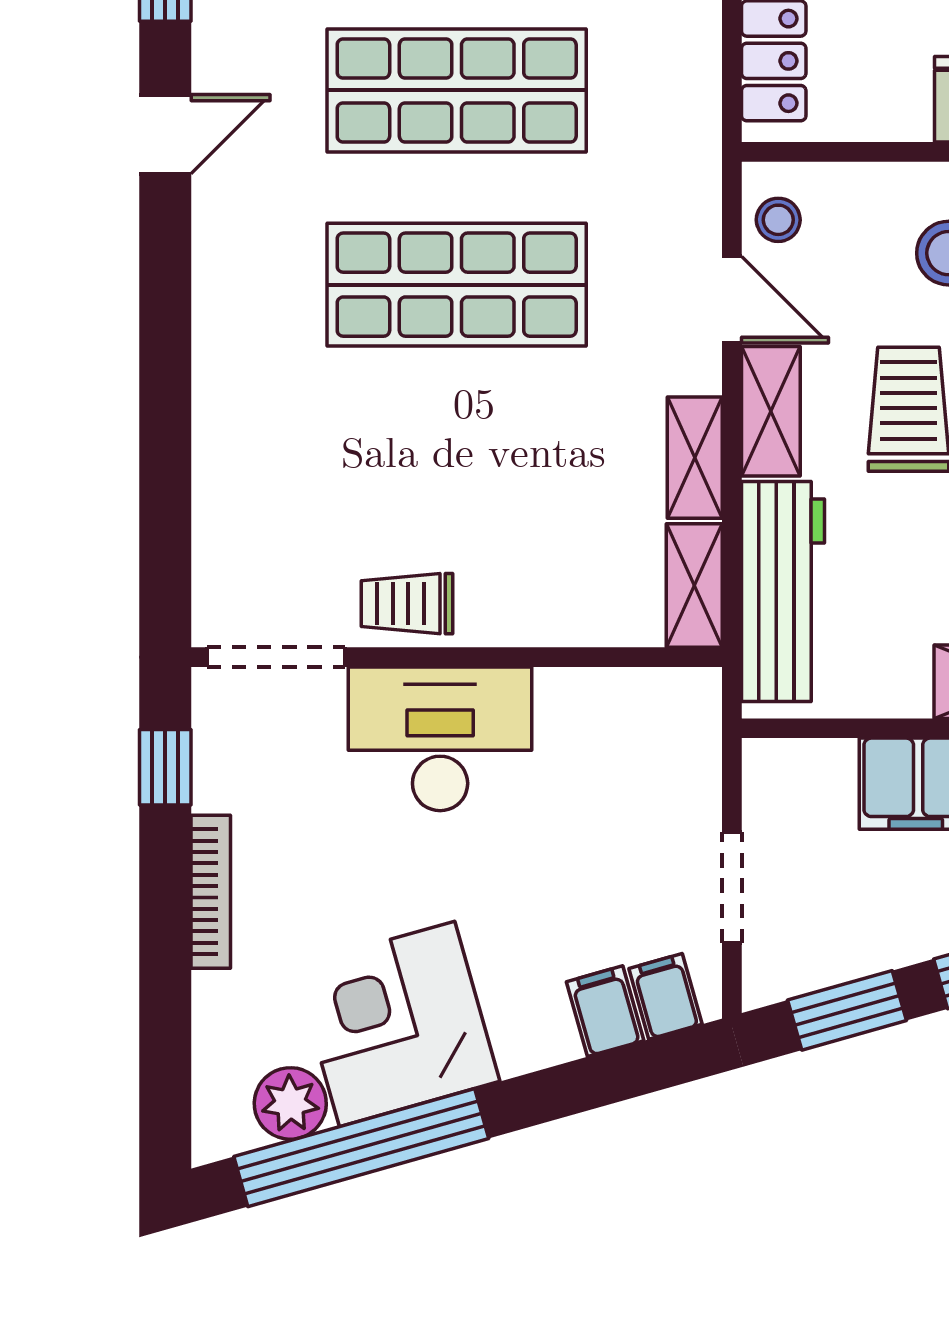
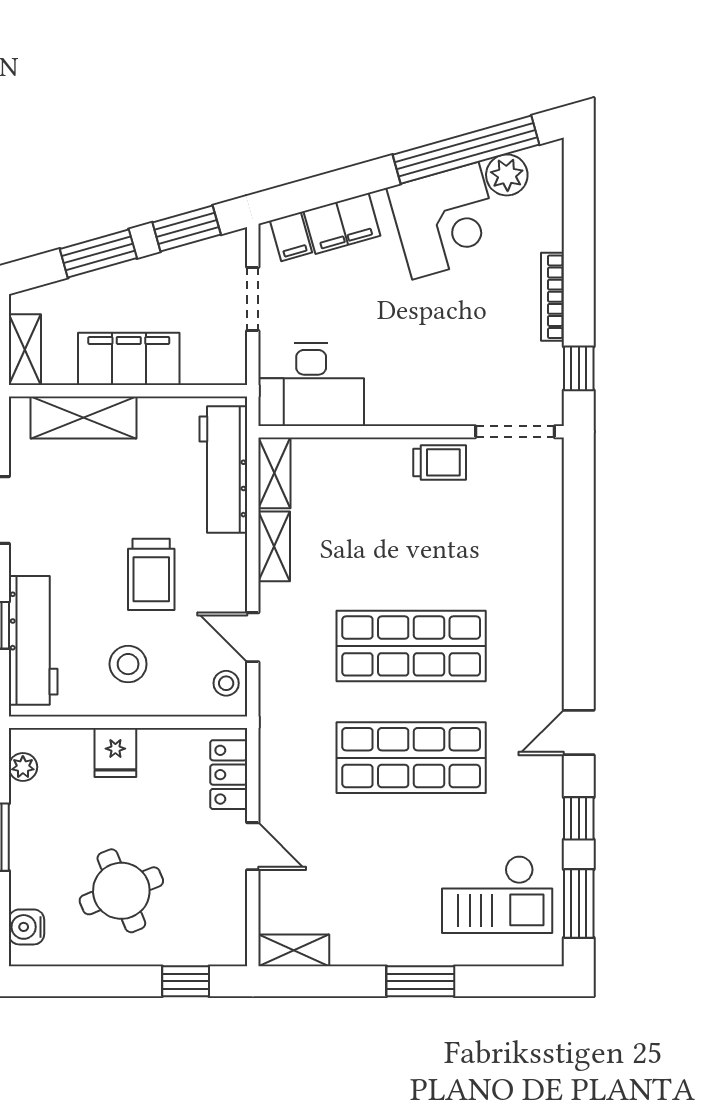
shelving: (771, 411) -> (230, 573), removed
desk: (440, 739) -> (311, 385), moved
filing cabinet: (605, 1011) -> (342, 223), width x2.00

